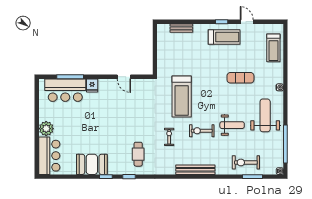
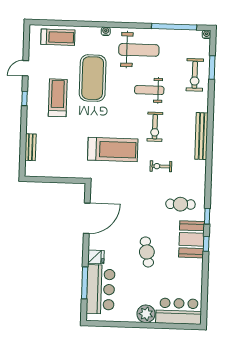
treadmill: (224, 37) -> (58, 98), moved
door: (124, 77) -> (87, 218), width x1.87
exercise mat: (240, 78) -> (93, 78), width x2.00, depth x1.45
weight bench: (265, 115) -> (139, 50), turned 180
weight bench: (232, 125) -> (149, 90), turned -90
cafe table: (98, 128) -> (147, 252), added
booth: (92, 164) -> (192, 239), moved

